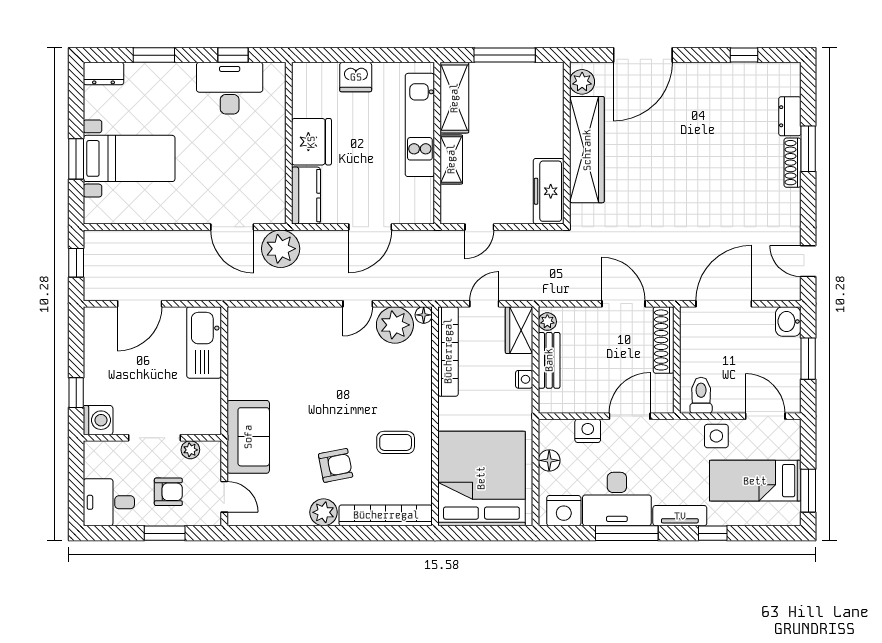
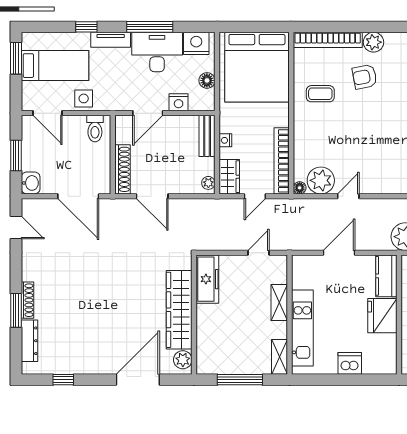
shelving: (454, 98) -> (280, 357), width x0.67, depth x0.75
dresser: (790, 116) -> (29, 341), width x1.44
door: (724, 304) -> (78, 196), hinge flipped
bench: (549, 360) -> (207, 136), moved

